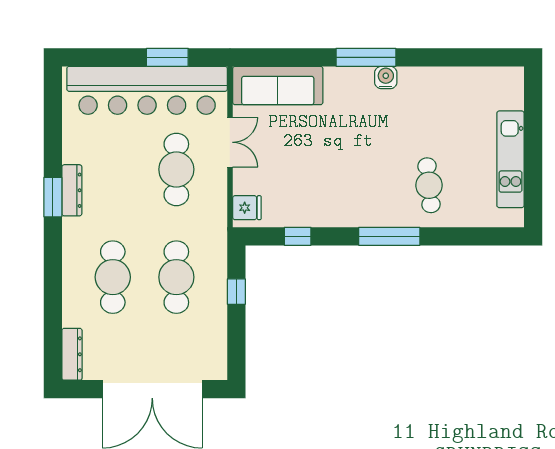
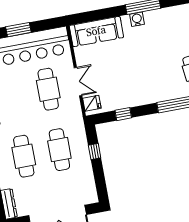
window: (167, 57) -> (18, 30), moved
water cooler: (386, 78) -> (137, 19), moved
double door: (230, 142) -> (78, 82), moved

